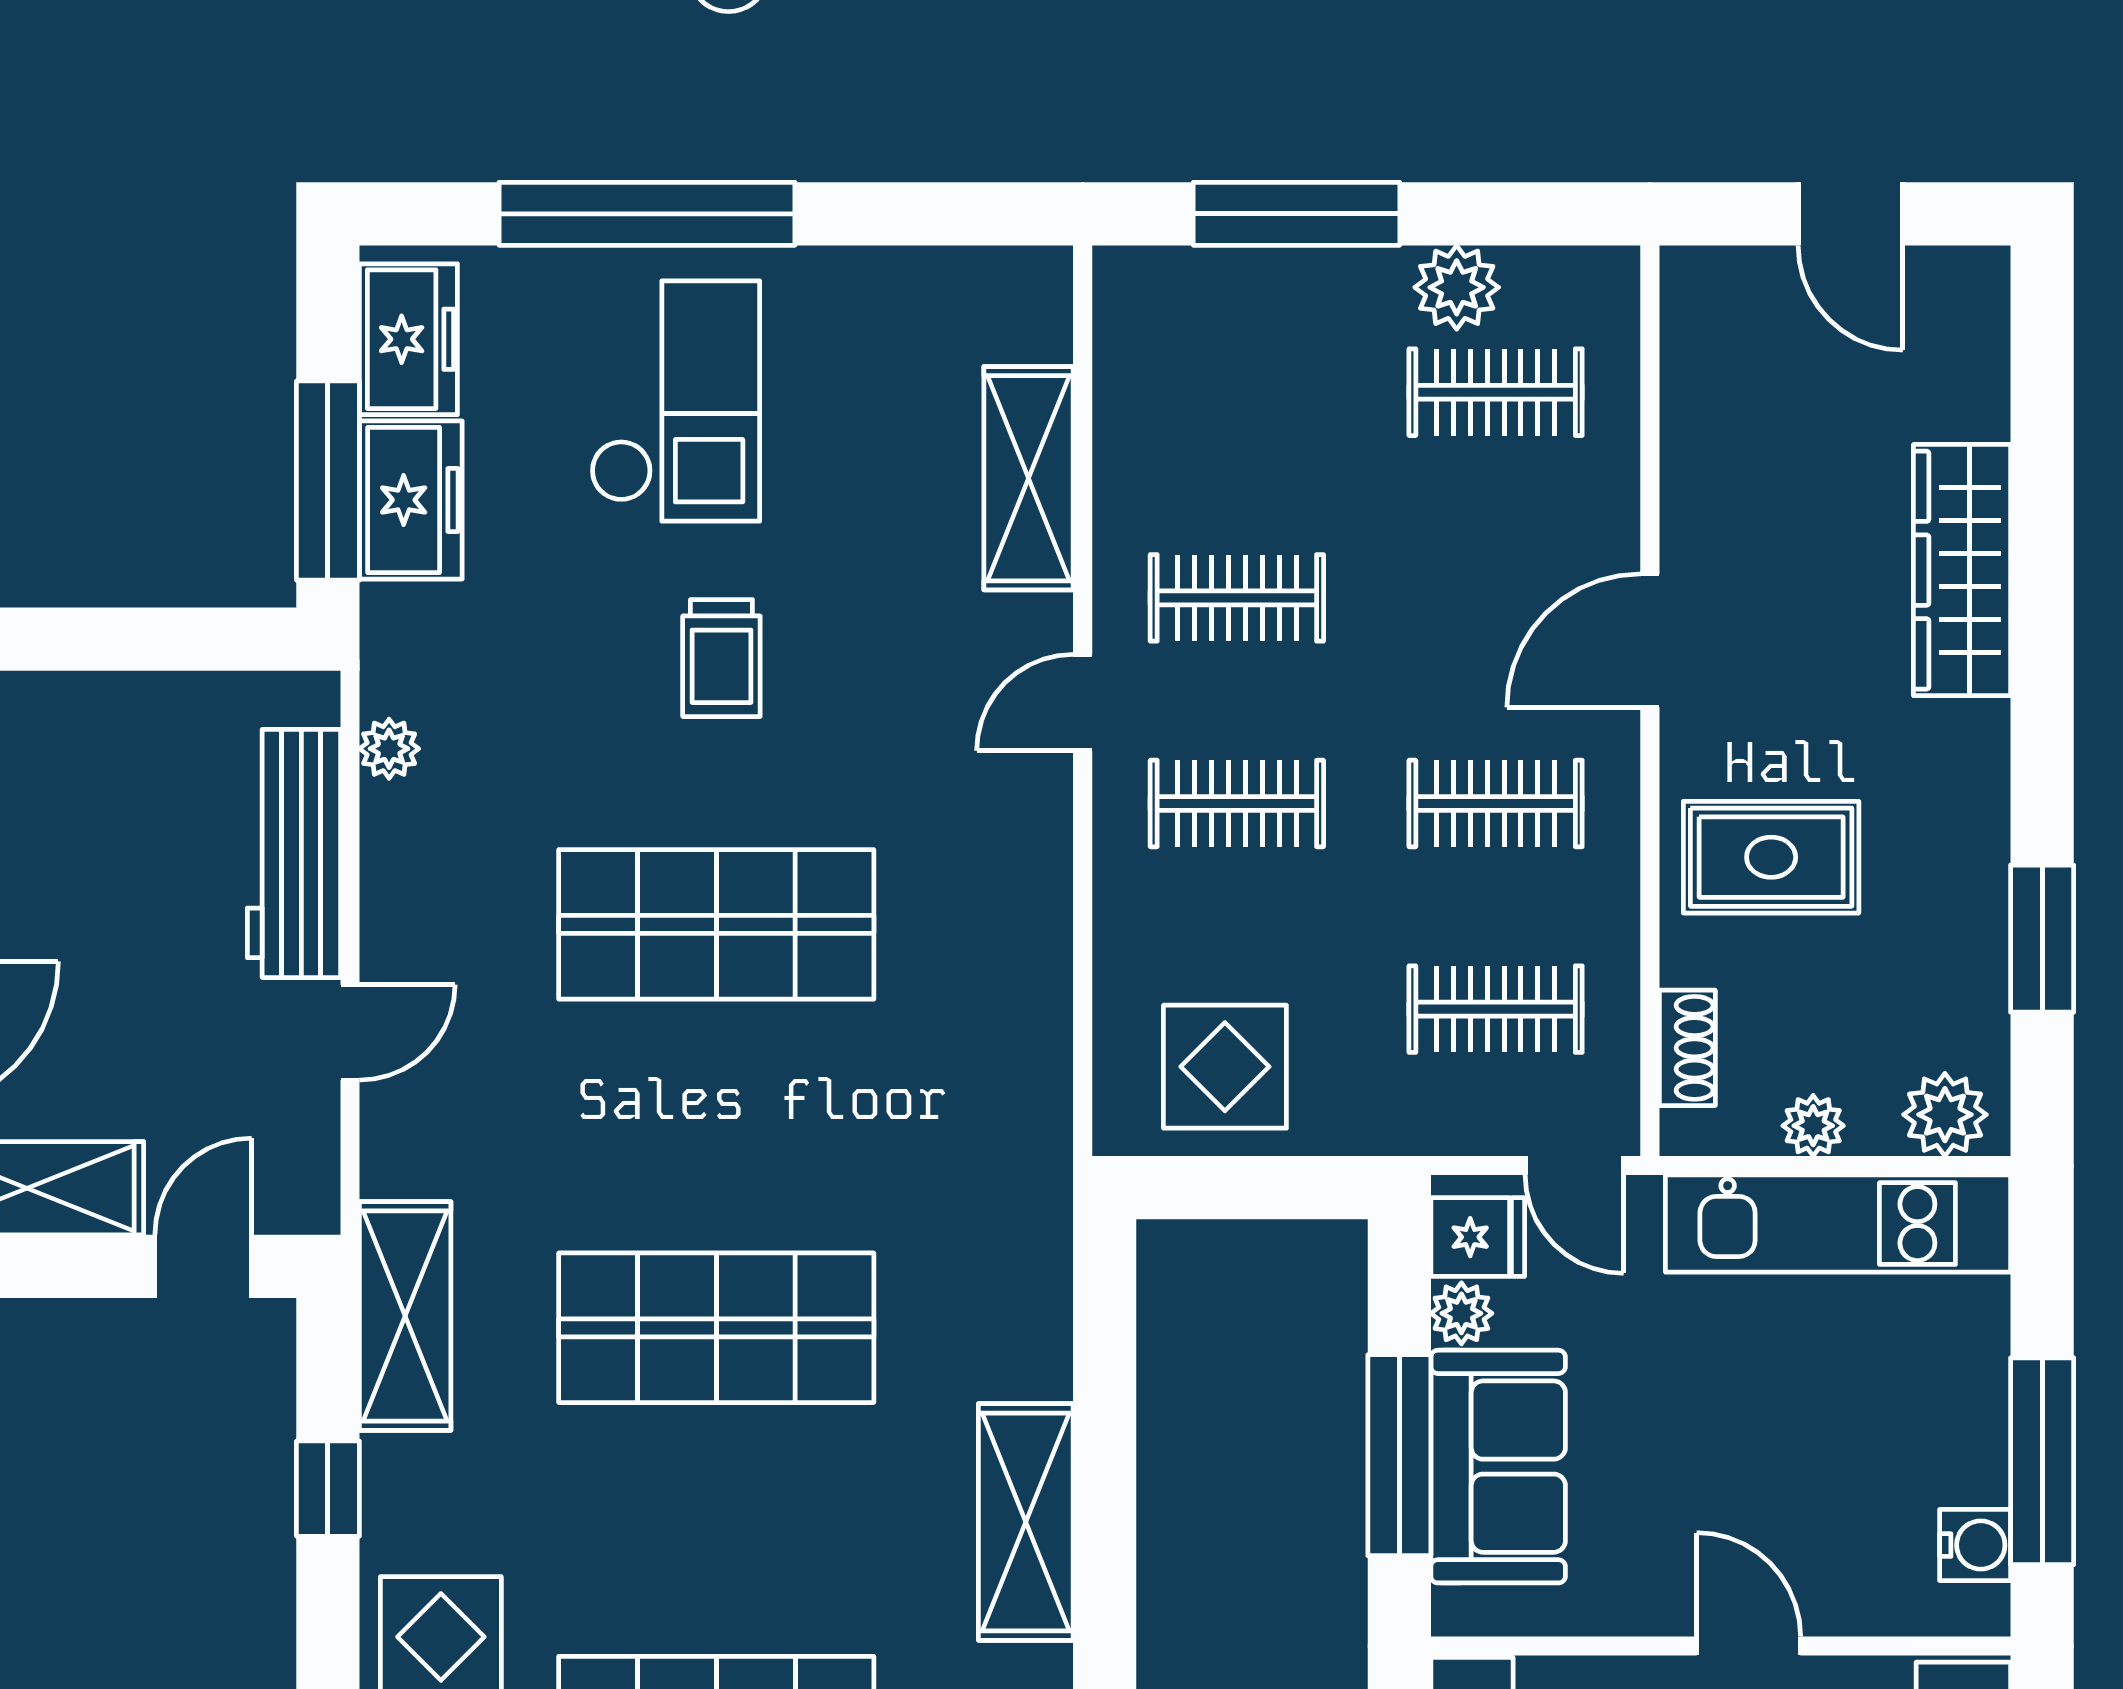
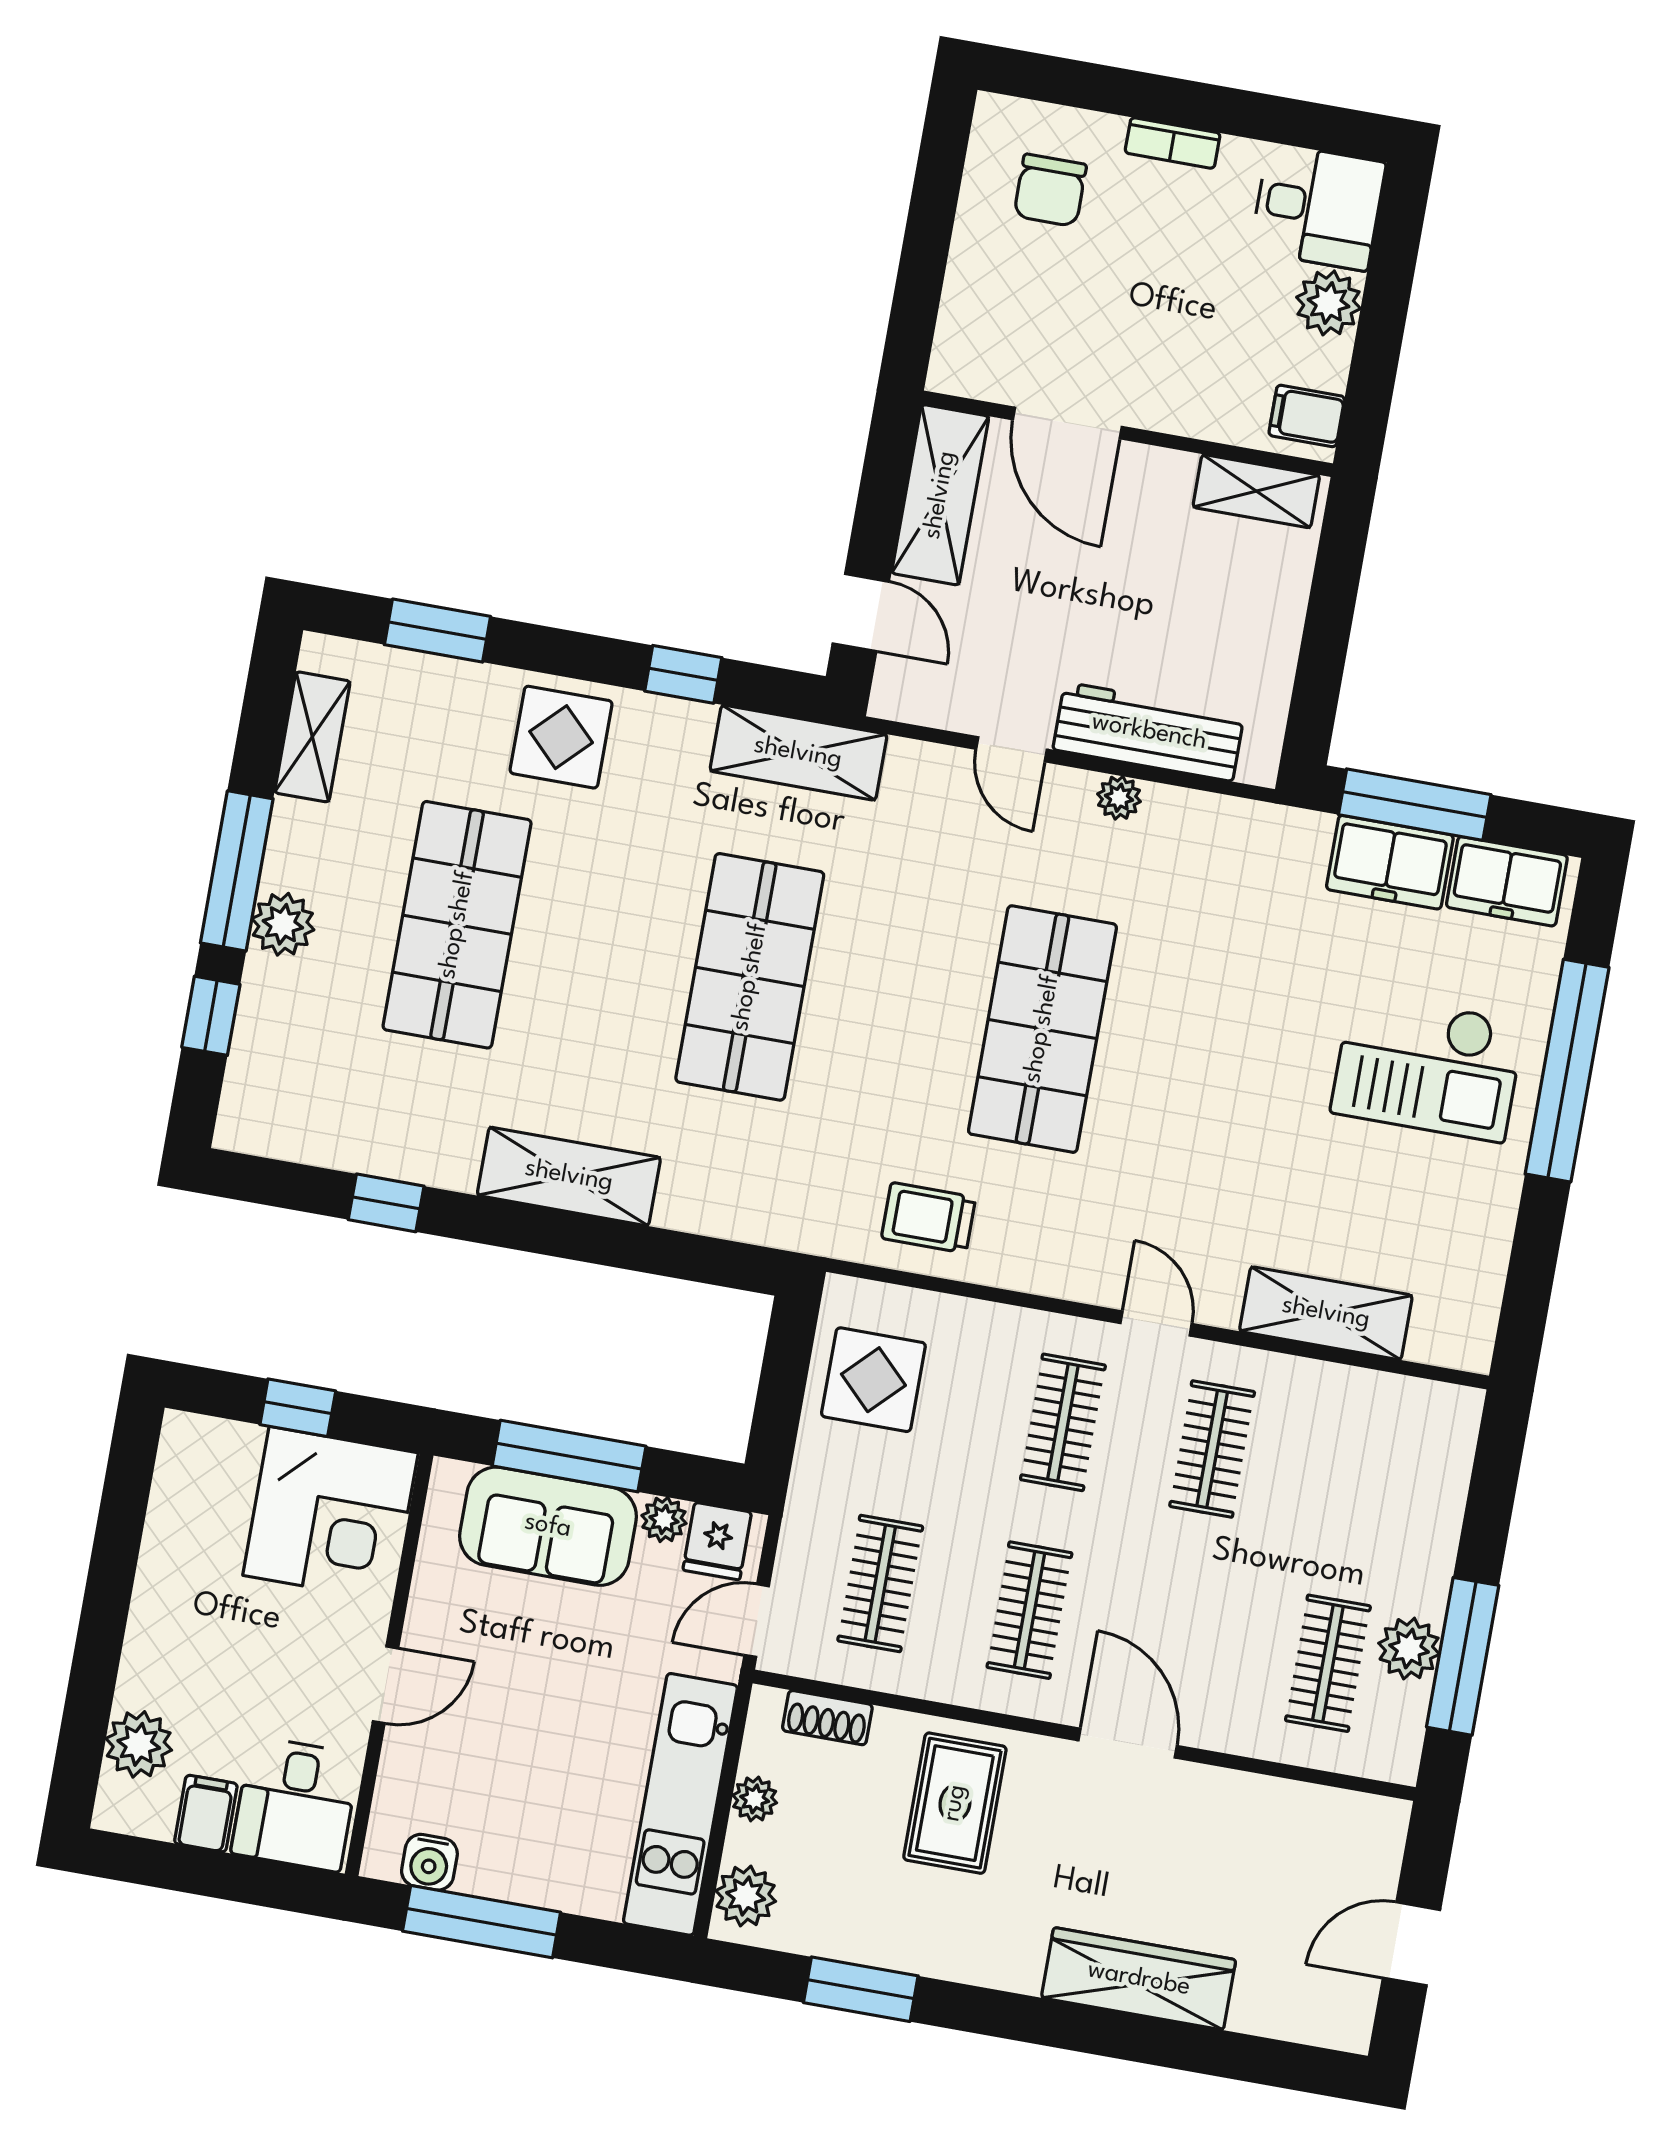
window: (1297, 214) -> (1463, 1656), moved
trolley: (721, 658) -> (929, 1218), moved
plant: (389, 749) -> (1119, 798), moved

